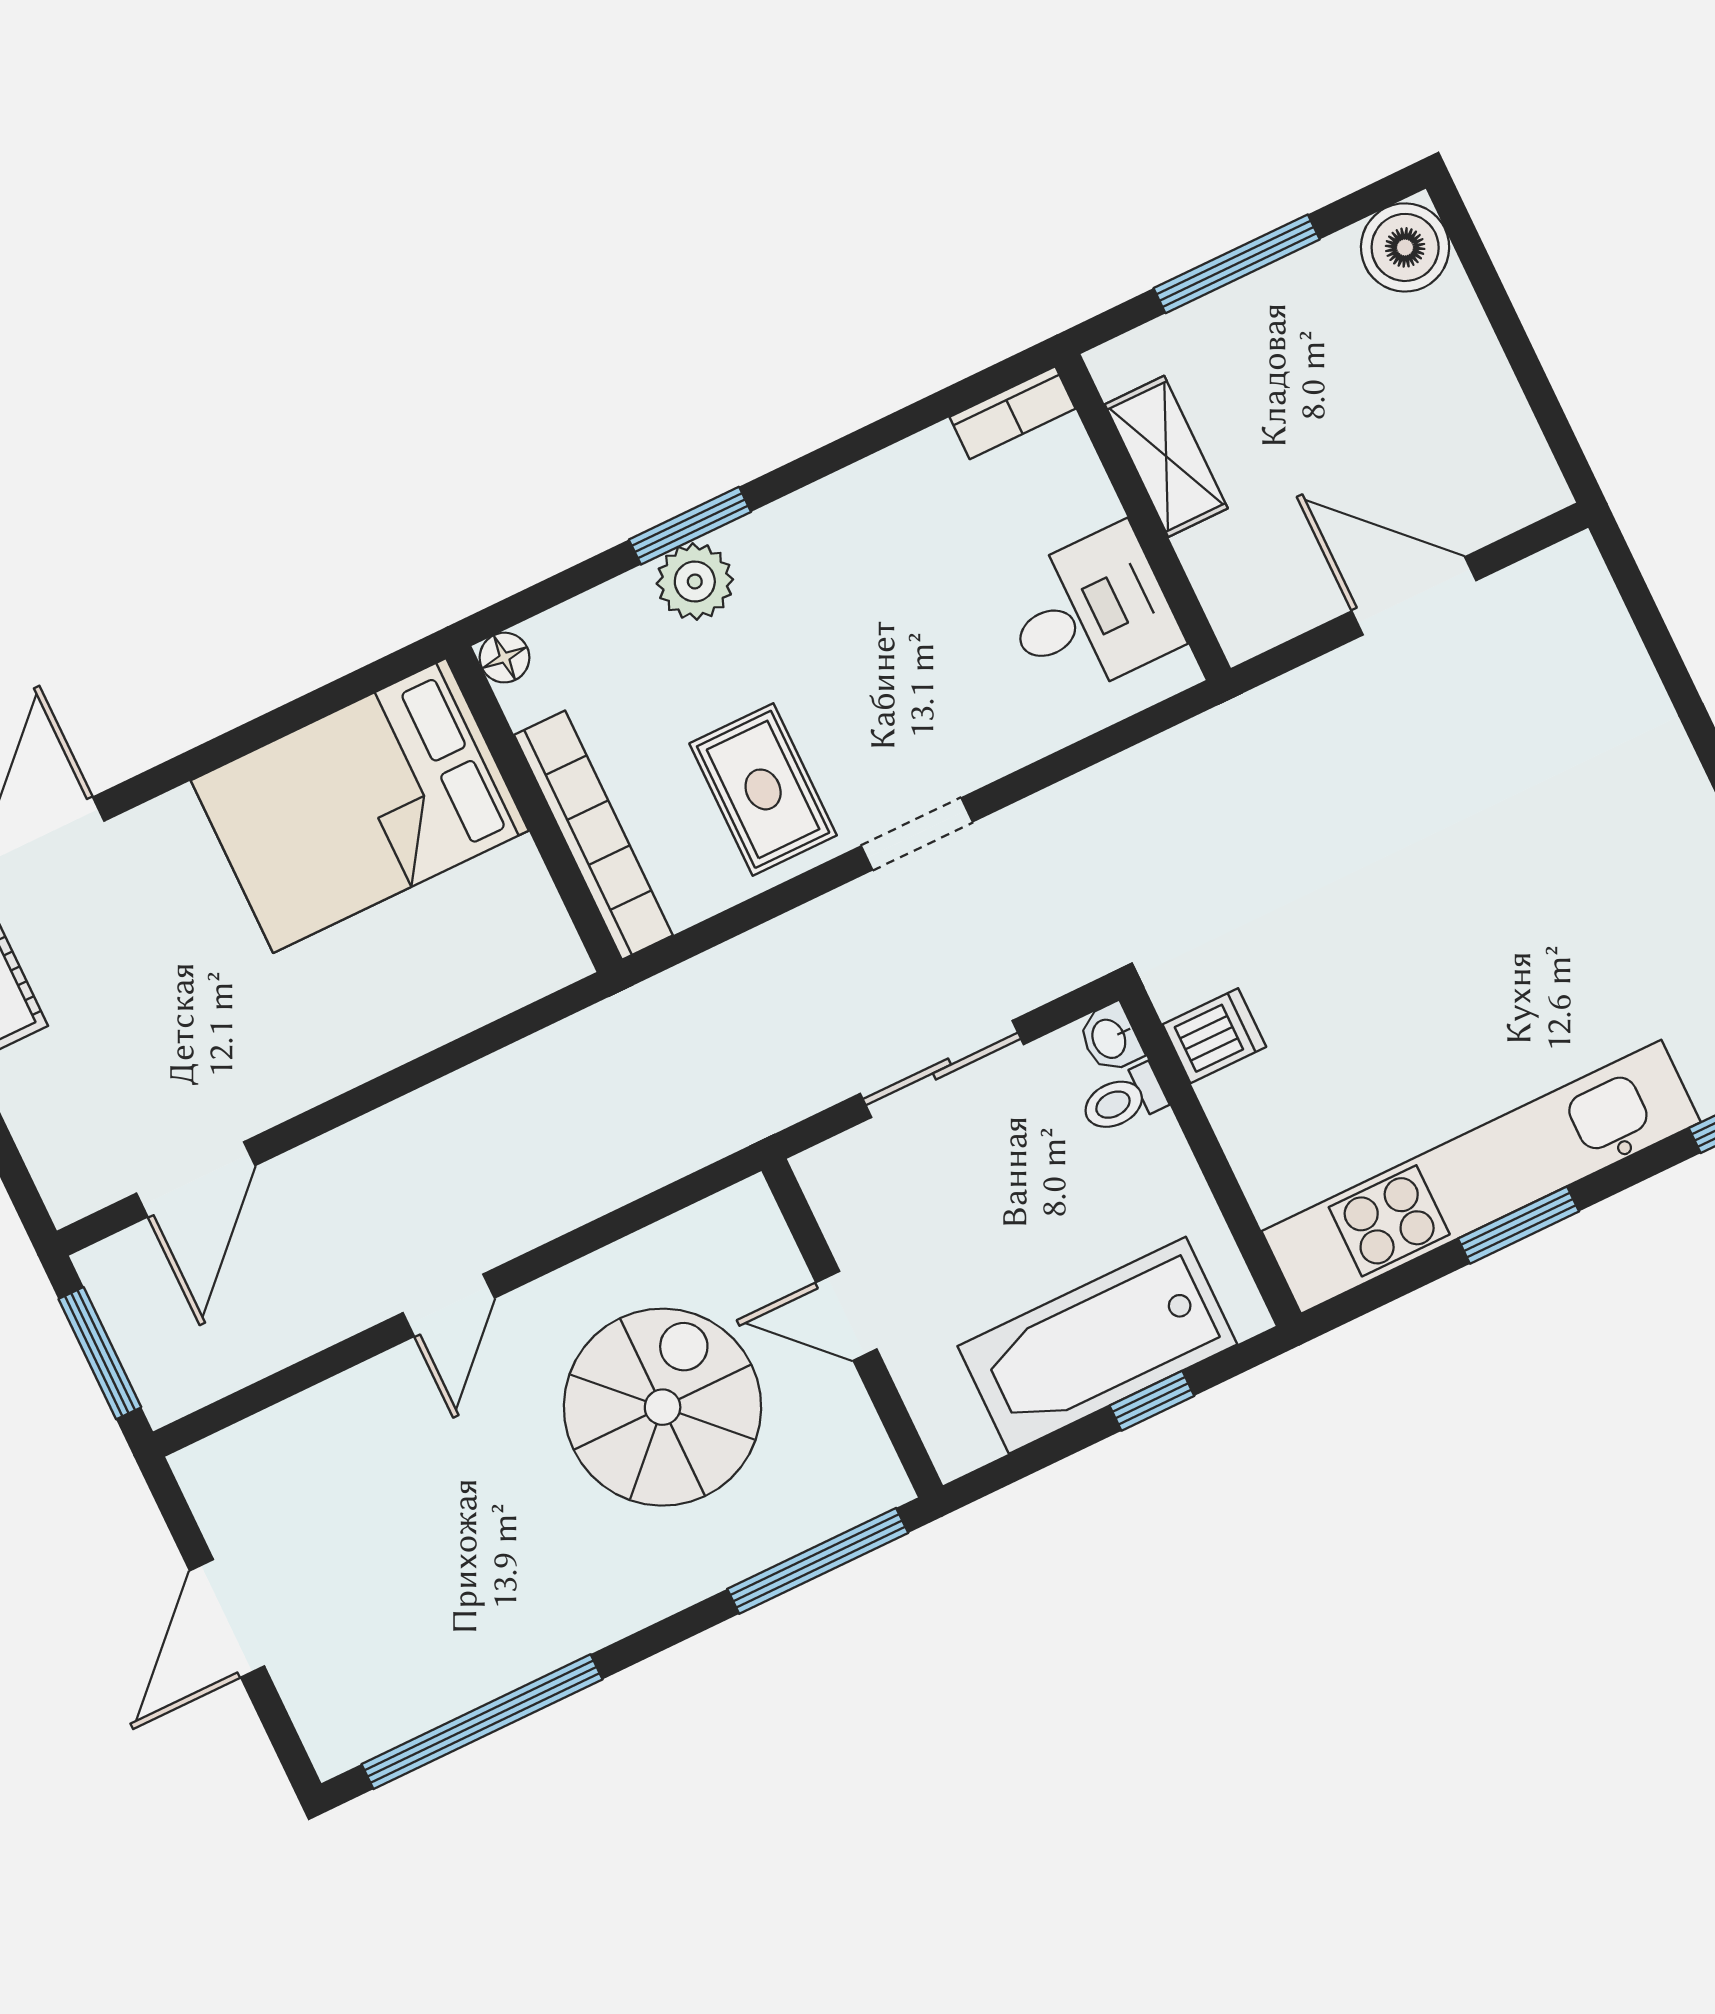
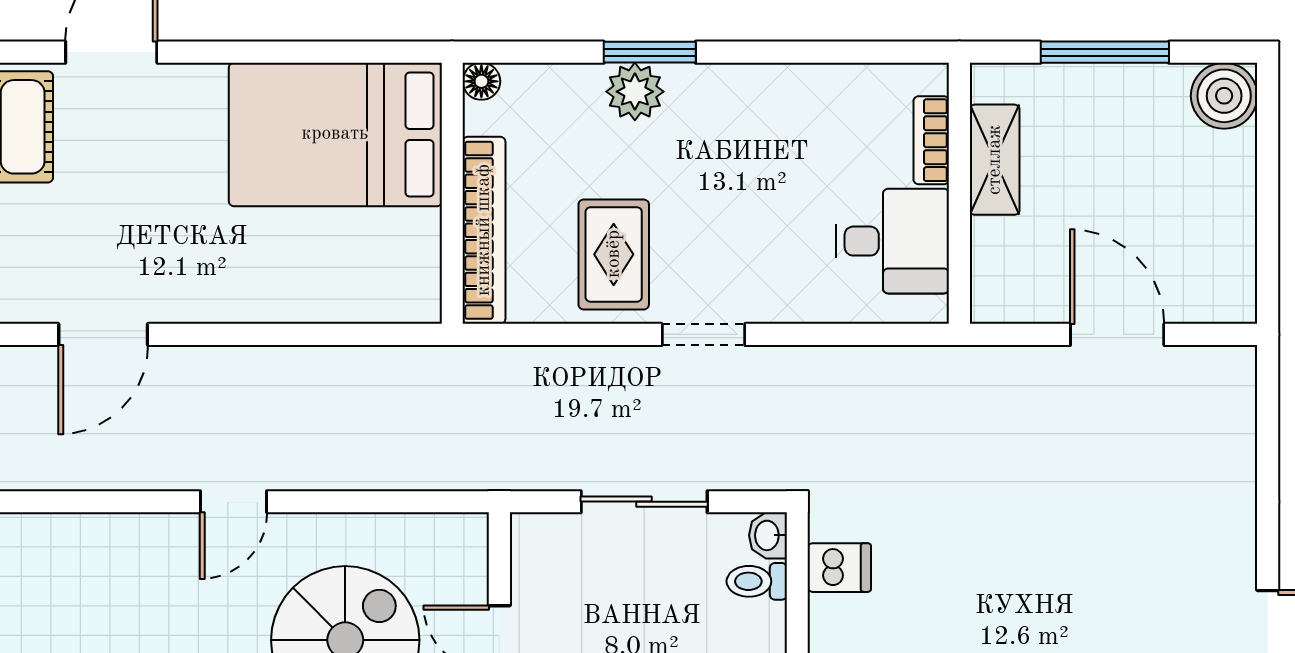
bookcase: (1012, 413) -> (931, 140), moved, turned 90

